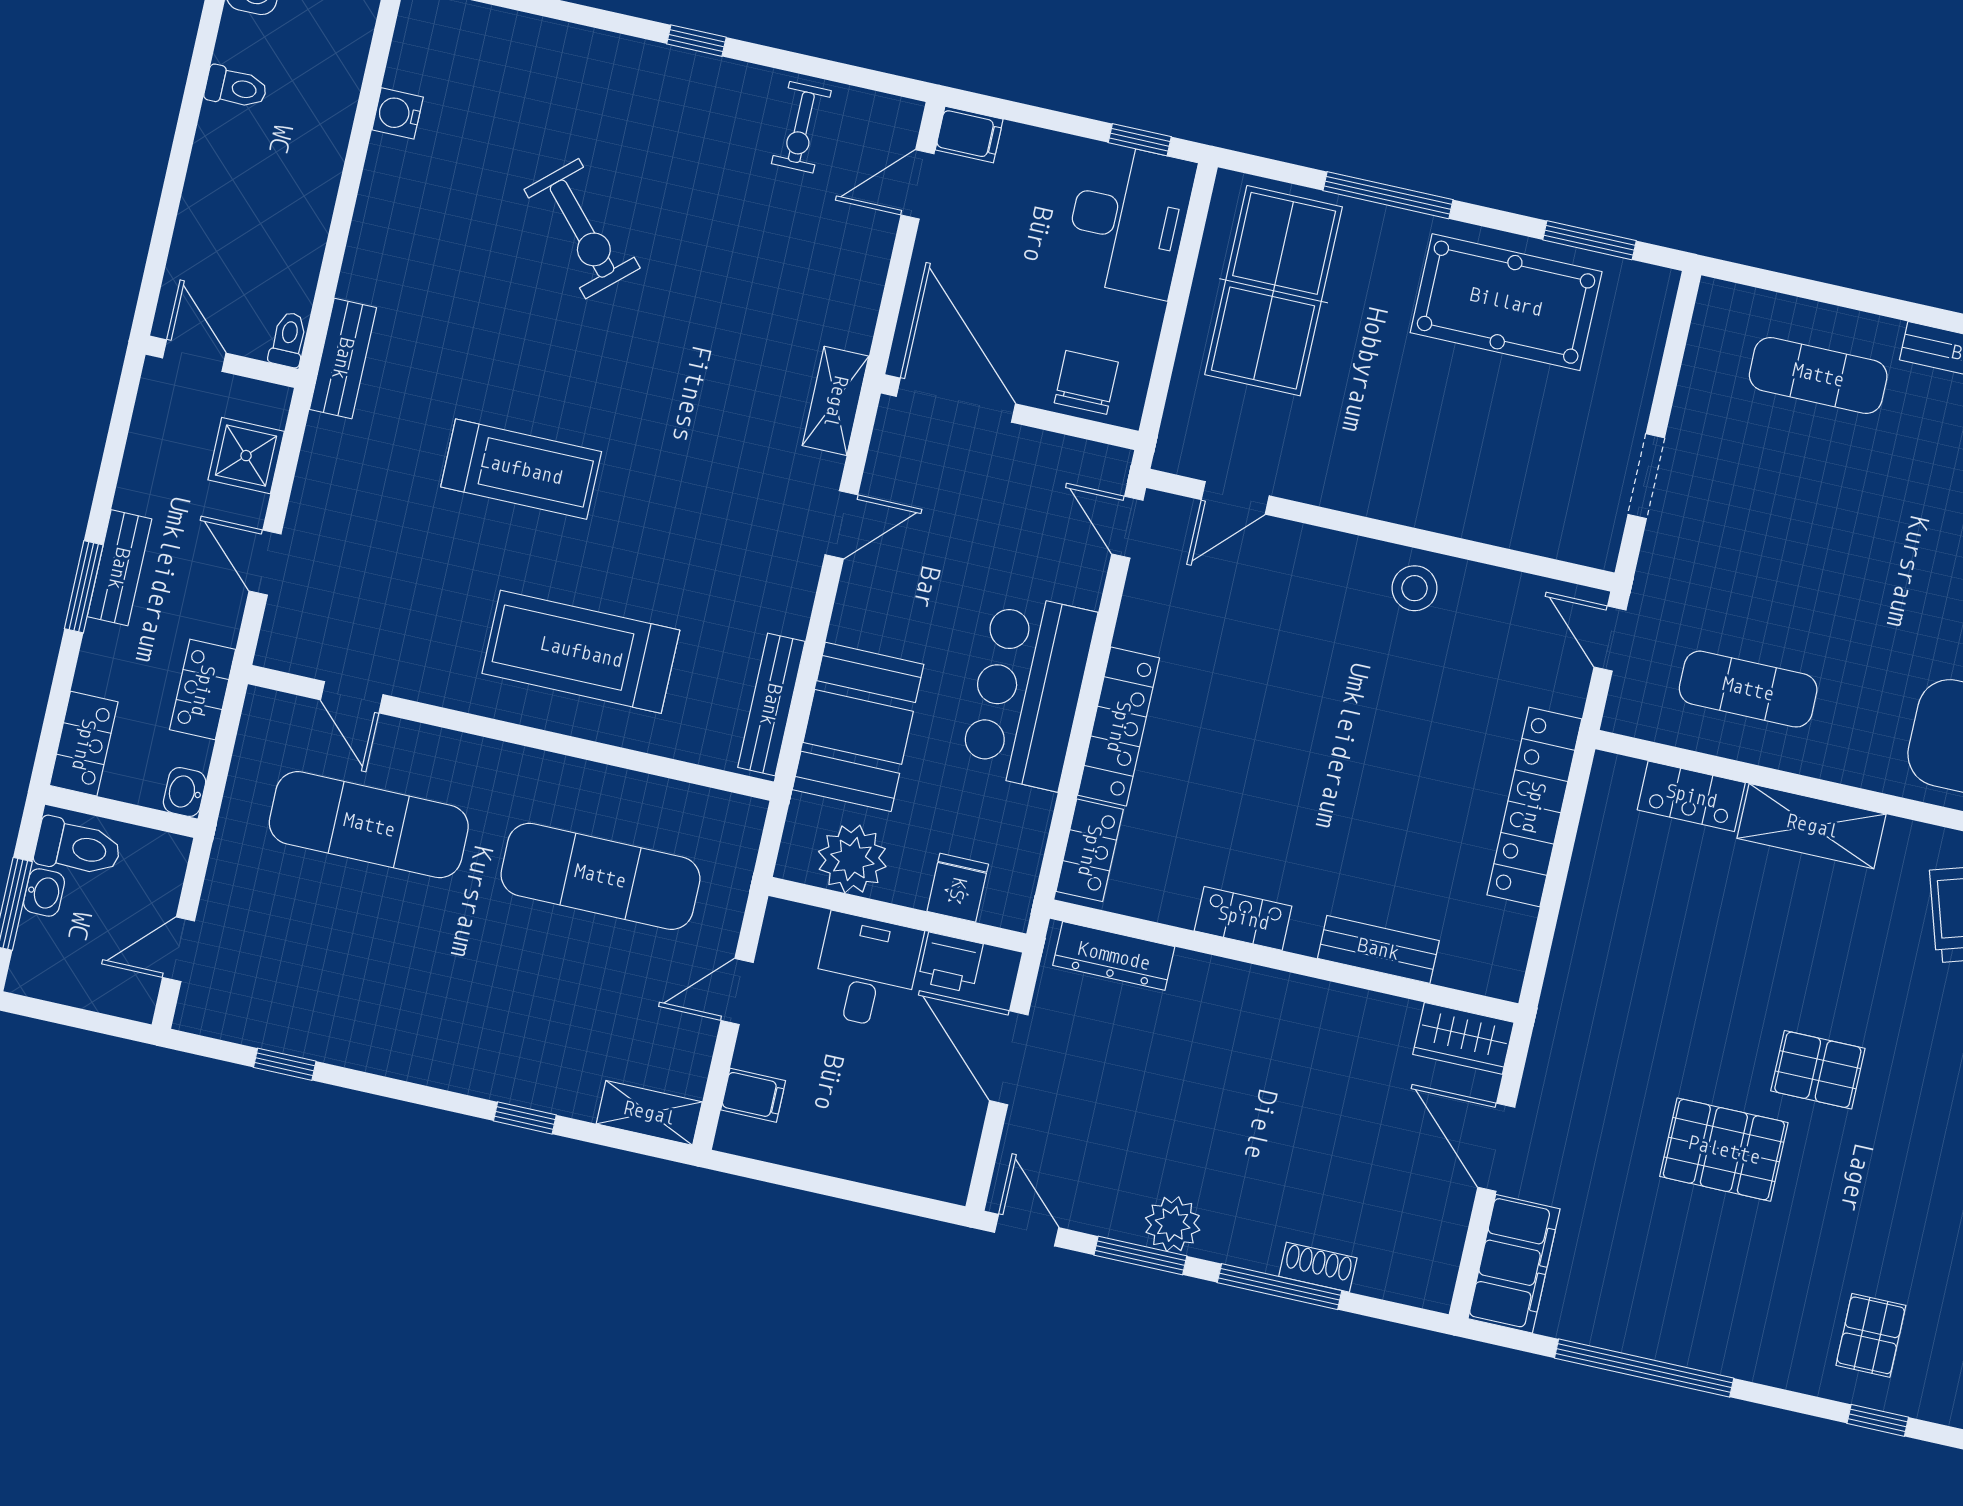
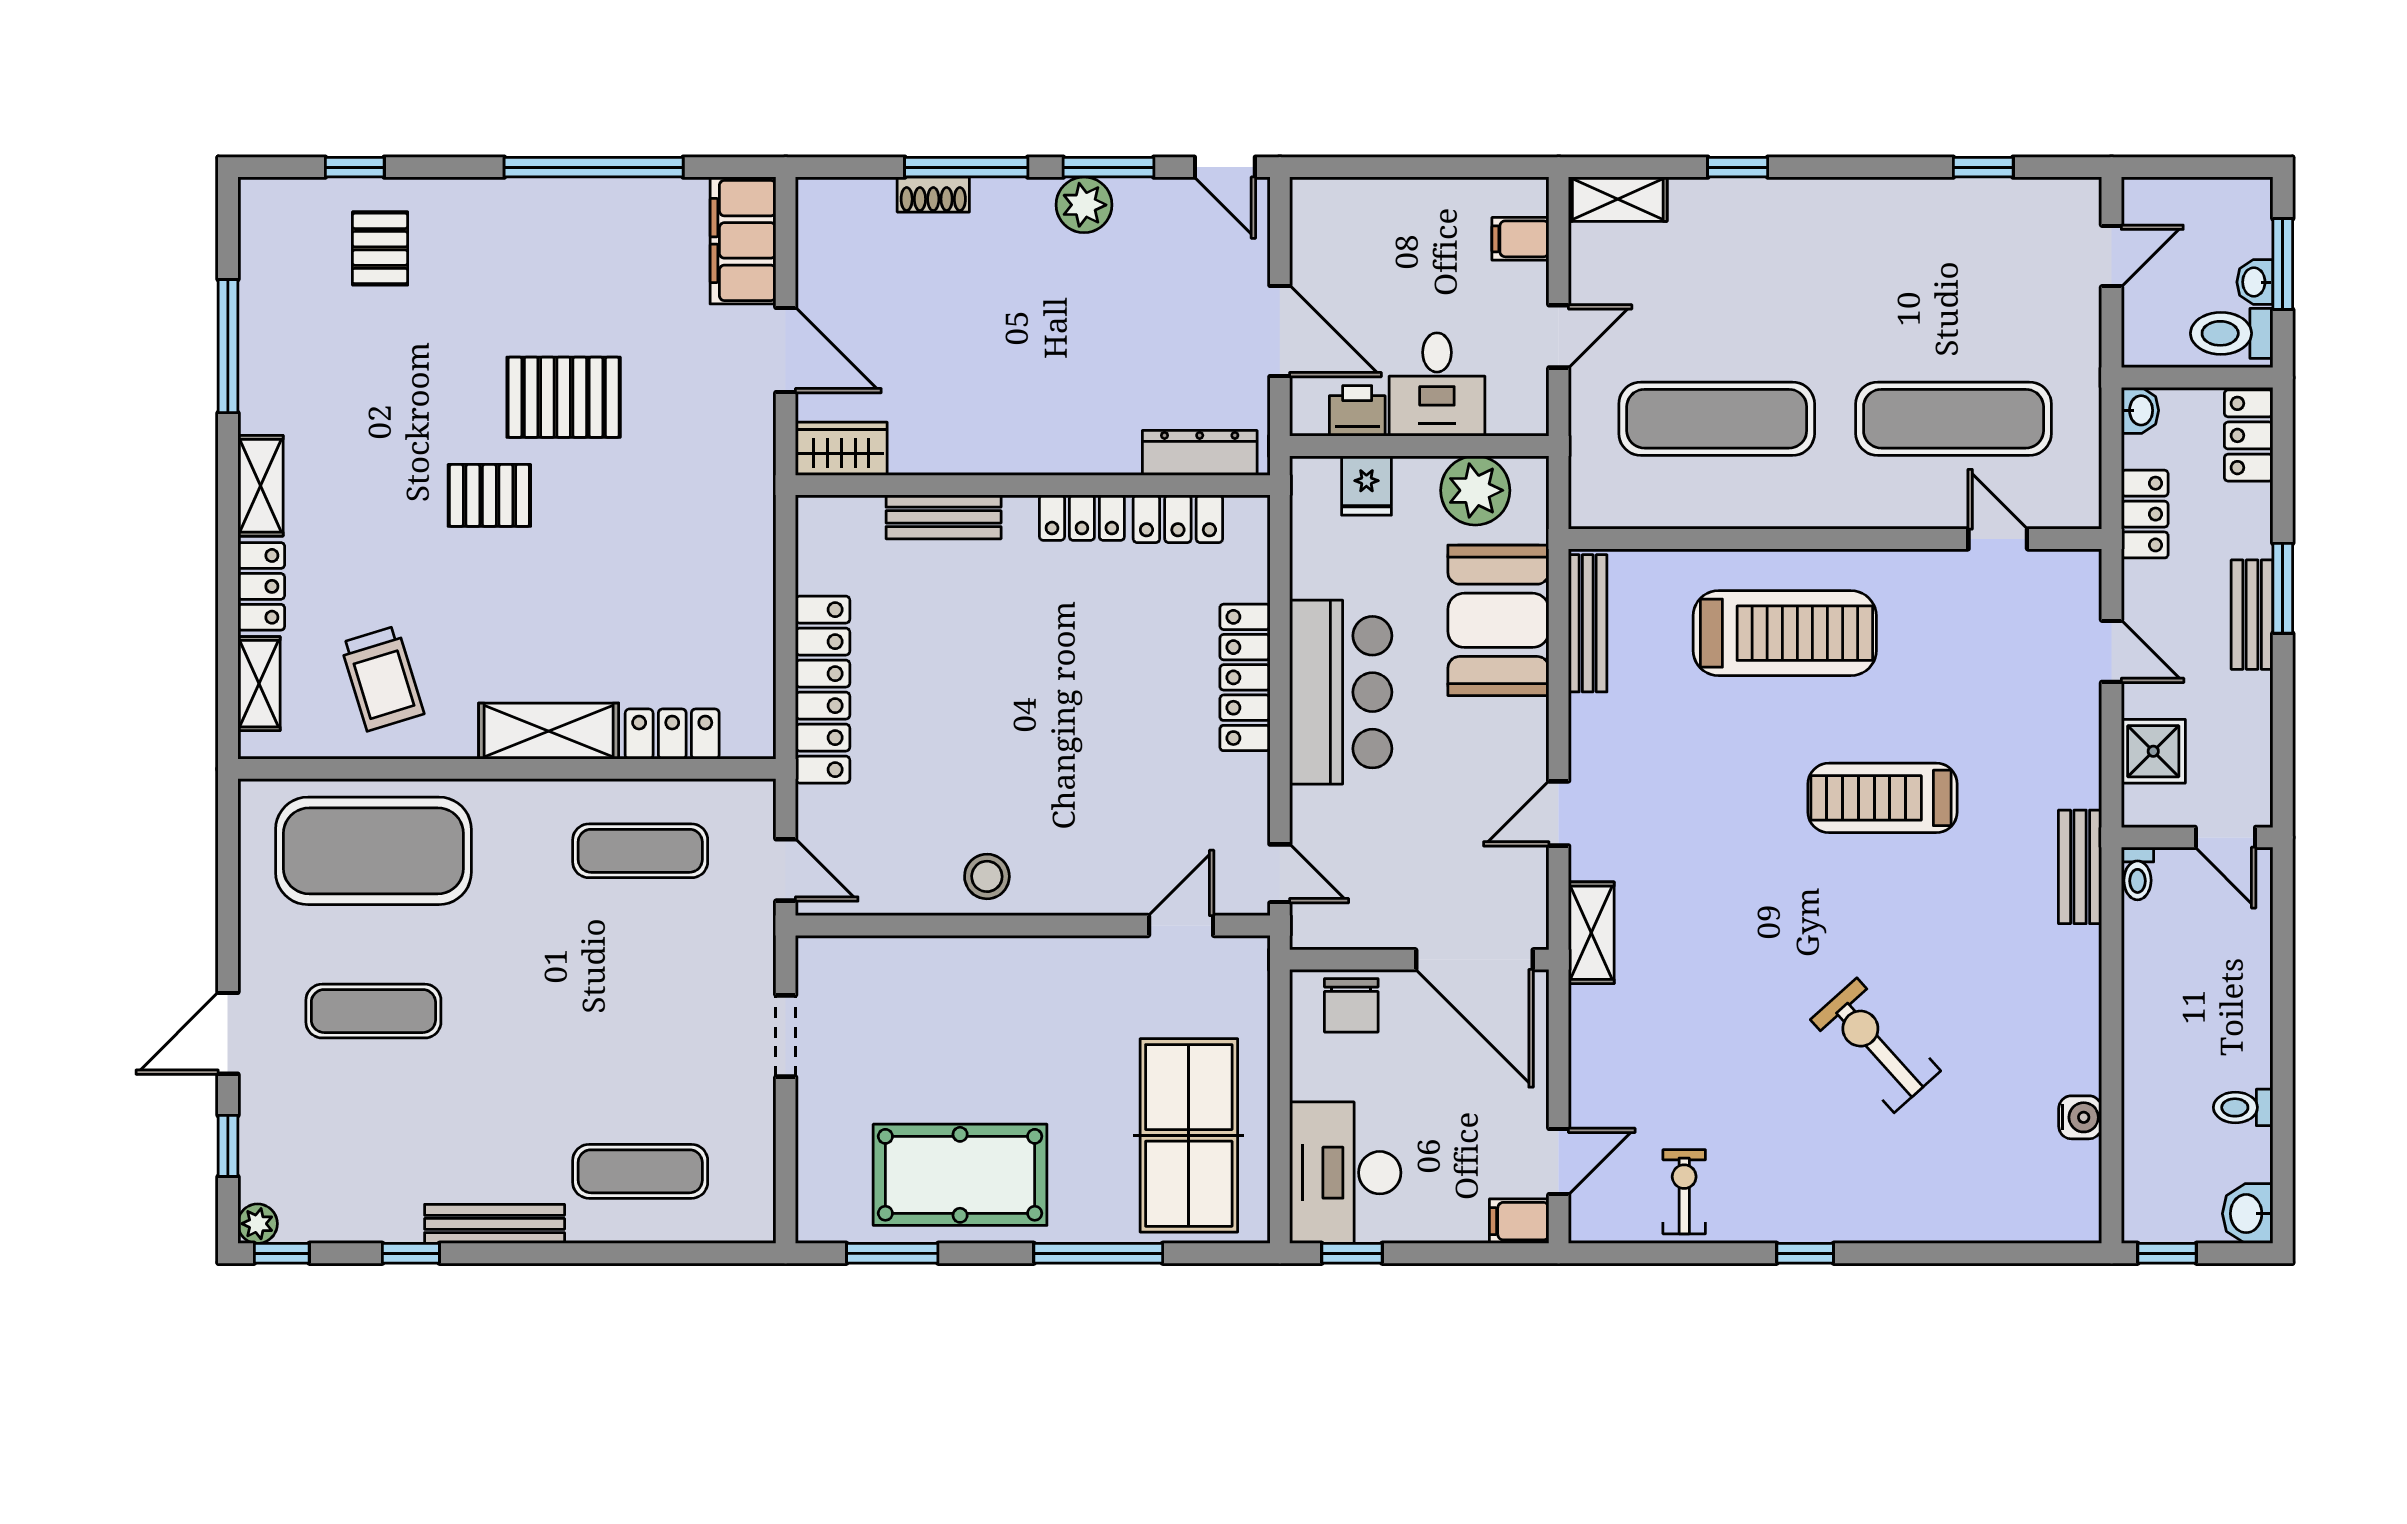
locker: (1090, 850) -> (1178, 519), moved, turned -90

